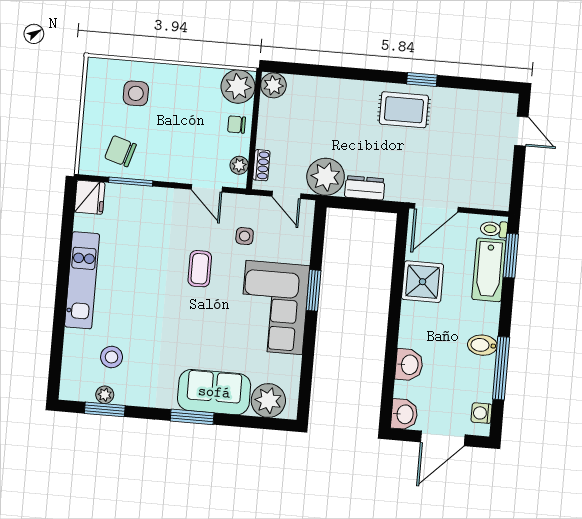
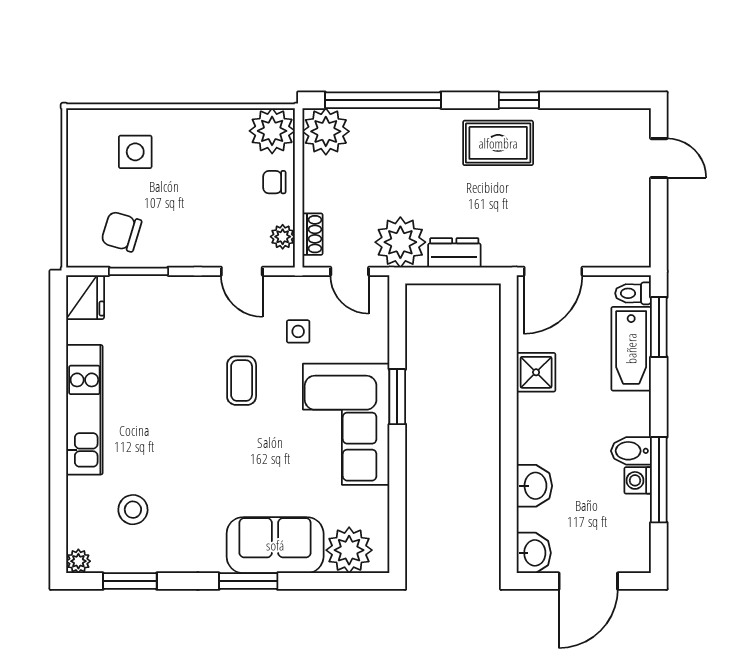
window: (322, 71) -> (383, 100), added
plant: (273, 85) -> (326, 131), width x1.36, depth x1.36
shower: (423, 282) -> (536, 372), width x0.73, depth x0.73
plant: (105, 395) -> (78, 561), moved
washing machine: (482, 413) -> (638, 480), moved

